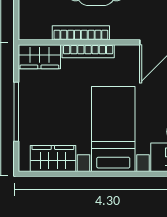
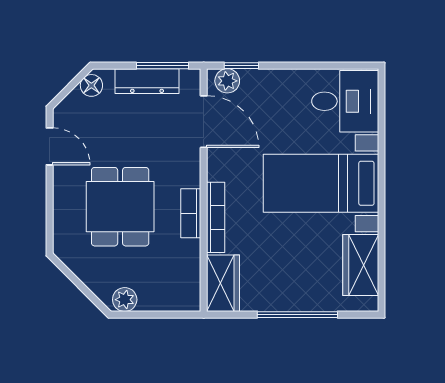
bookcase: (81, 33) -> (191, 213), width x0.64

